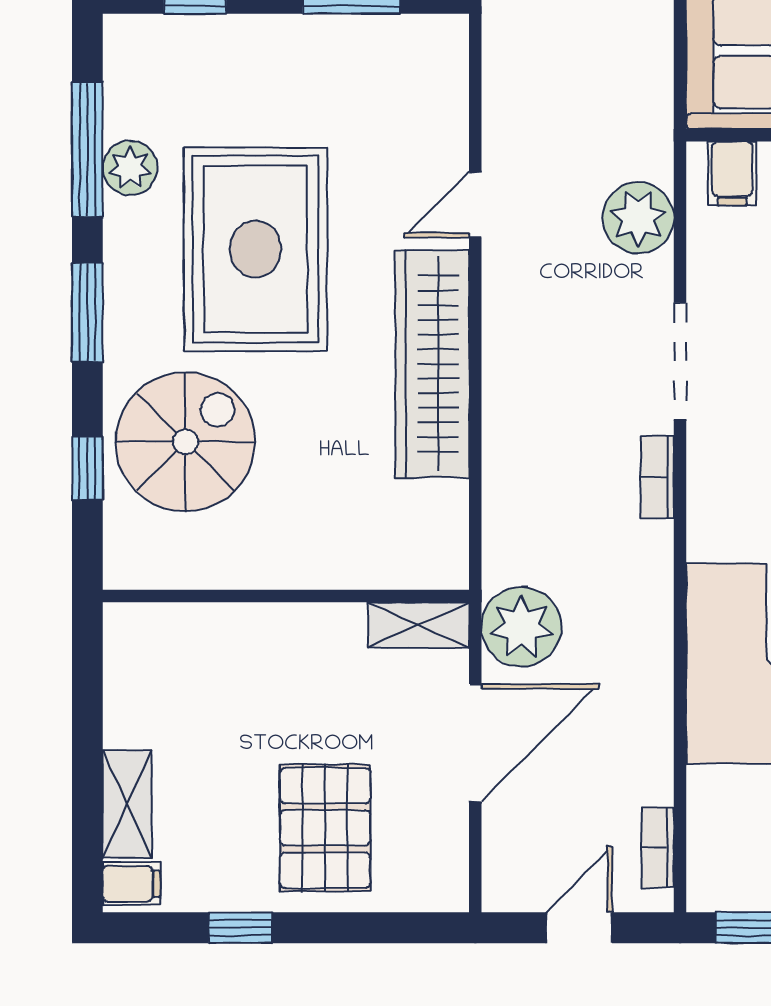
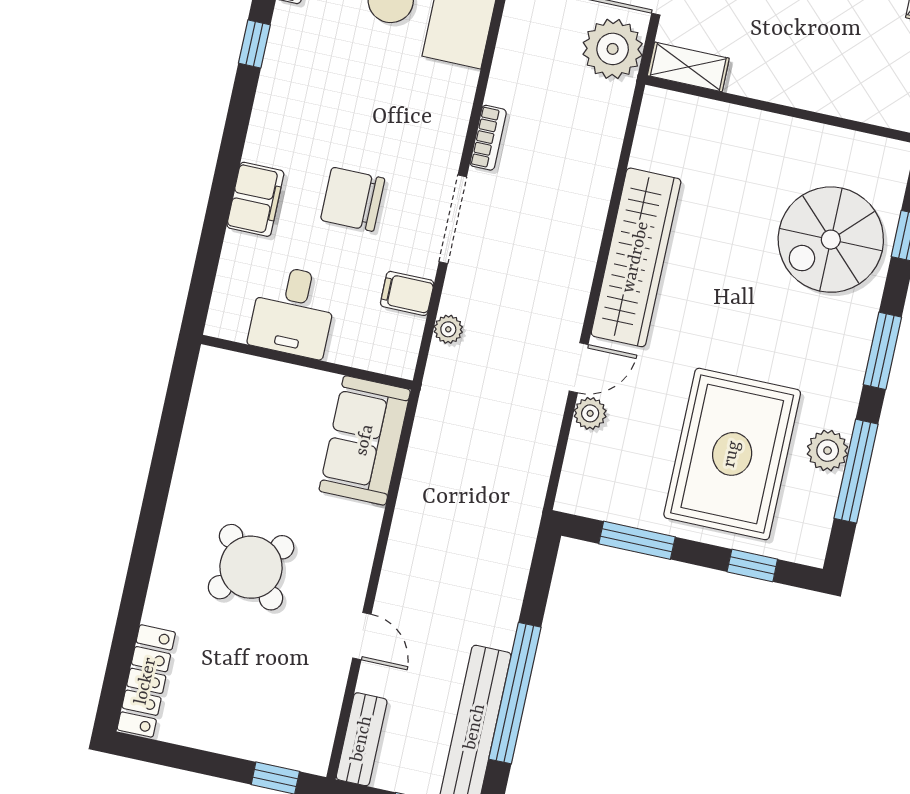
plant: (448, 149) -> (590, 413), added
filing cabinet: (732, 173) -> (407, 293), moved, turned -90
plant: (638, 218) -> (448, 329), width x0.53, depth x0.53
rug: (256, 249) -> (732, 454), moved

